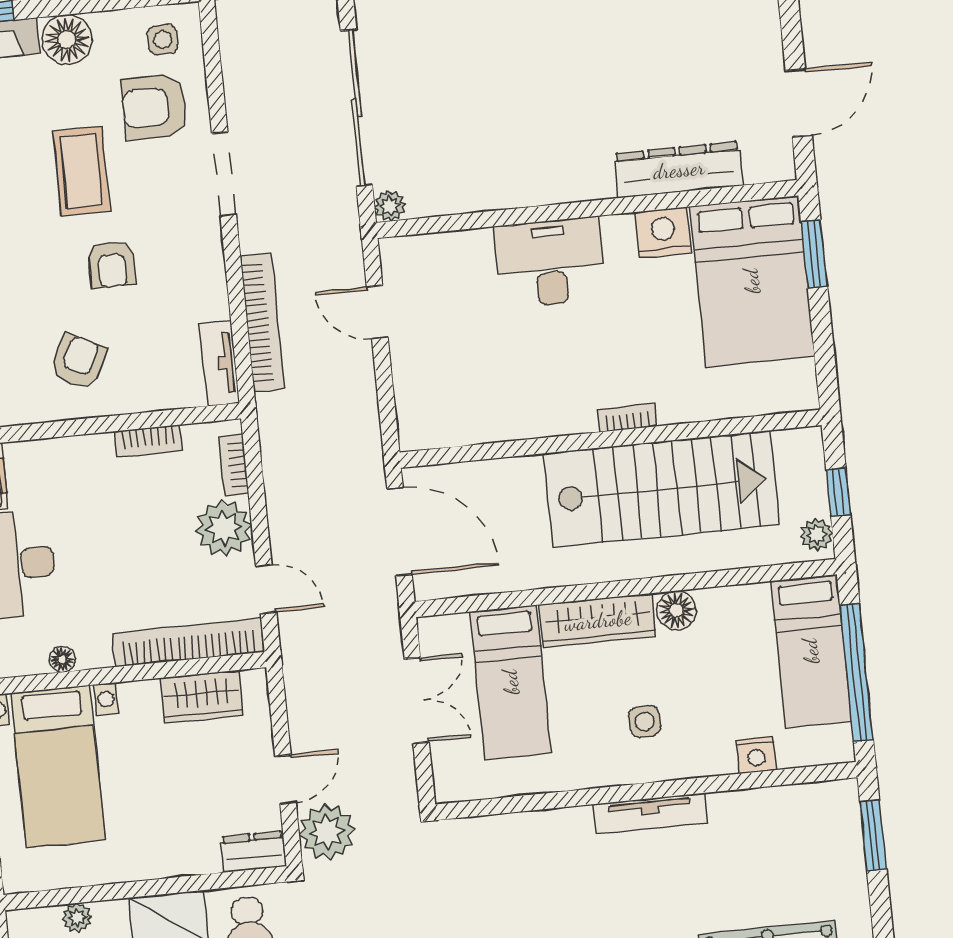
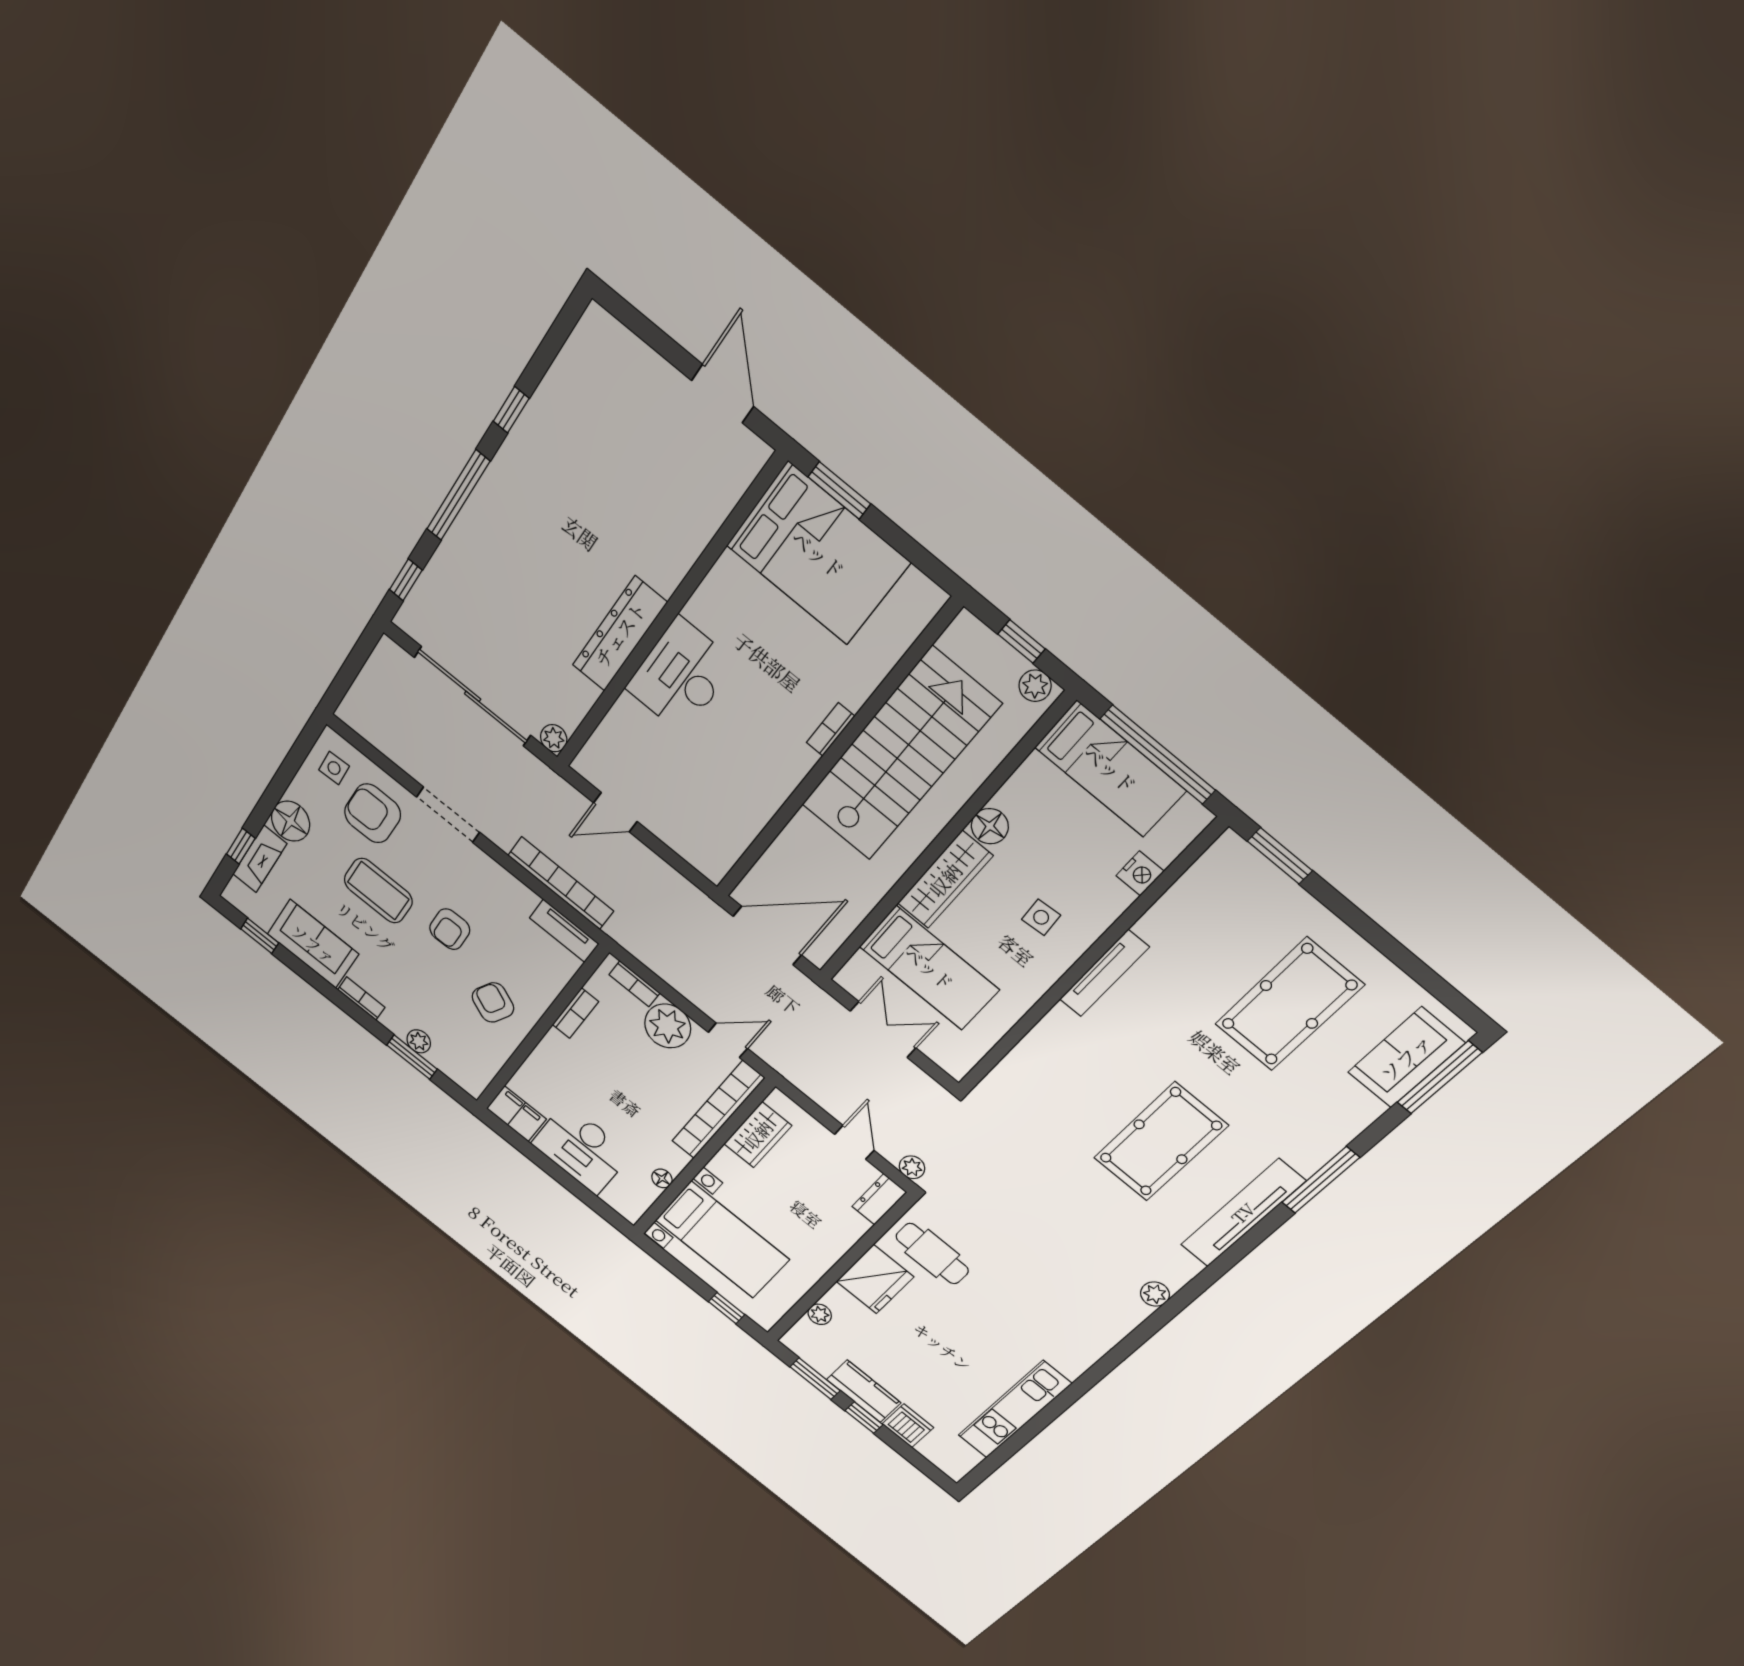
armchair: (154, 107) -> (373, 813), turned 90
dresser: (679, 170) -> (620, 634), moved
nightstand: (663, 233) -> (728, 581), removed
armchair: (112, 264) -> (450, 929), turned 89
plant: (327, 832) -> (912, 1167), width x0.53, depth x0.53

